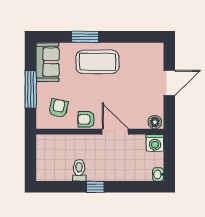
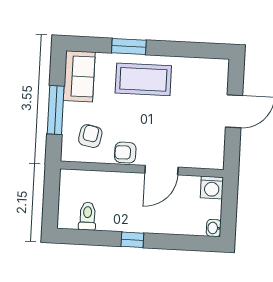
floor lamp: (155, 122) -> (213, 161), removed
door: (115, 132) -> (161, 170), swing flipped
toilet: (79, 170) -> (87, 216), moved

